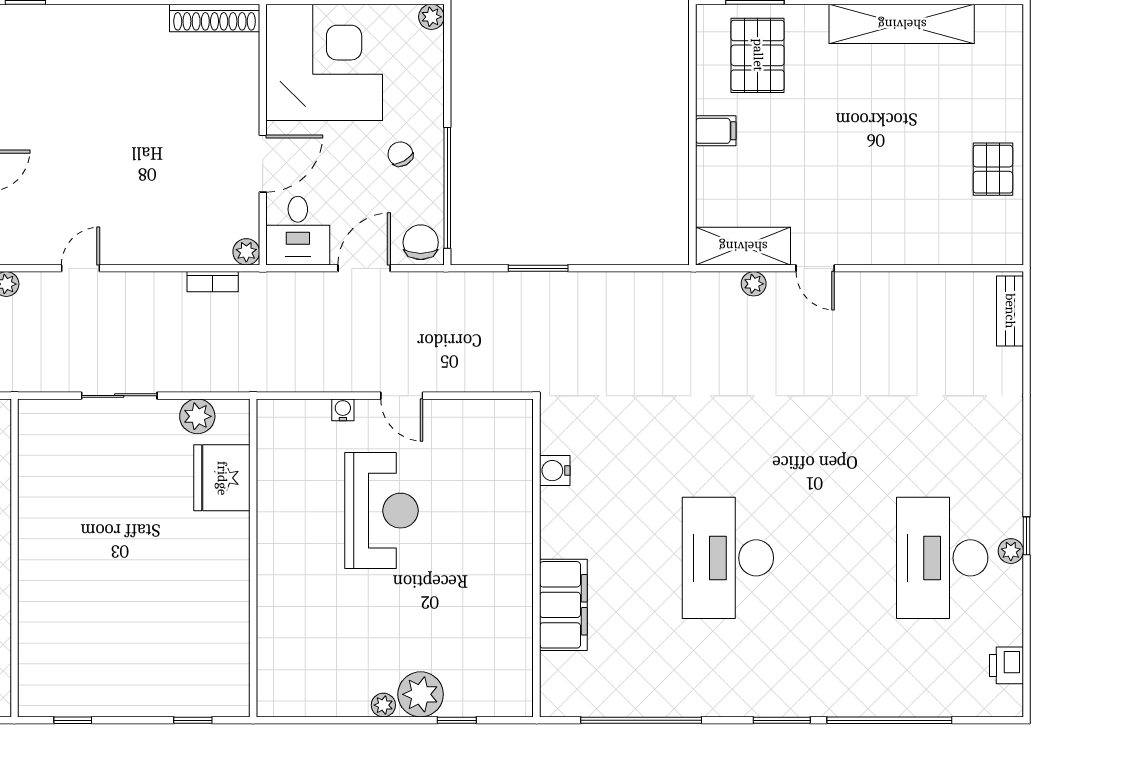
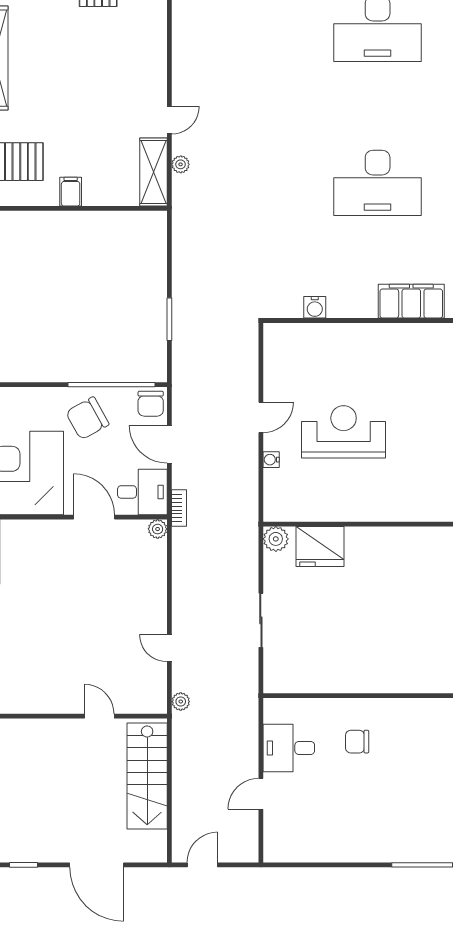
chair: (400, 154) -> (87, 418), width x1.87, depth x1.87
chair: (421, 242) -> (151, 404), turned -90
bookcase: (213, 282) -> (179, 508), moved
plant: (197, 416) -> (276, 539), moved

